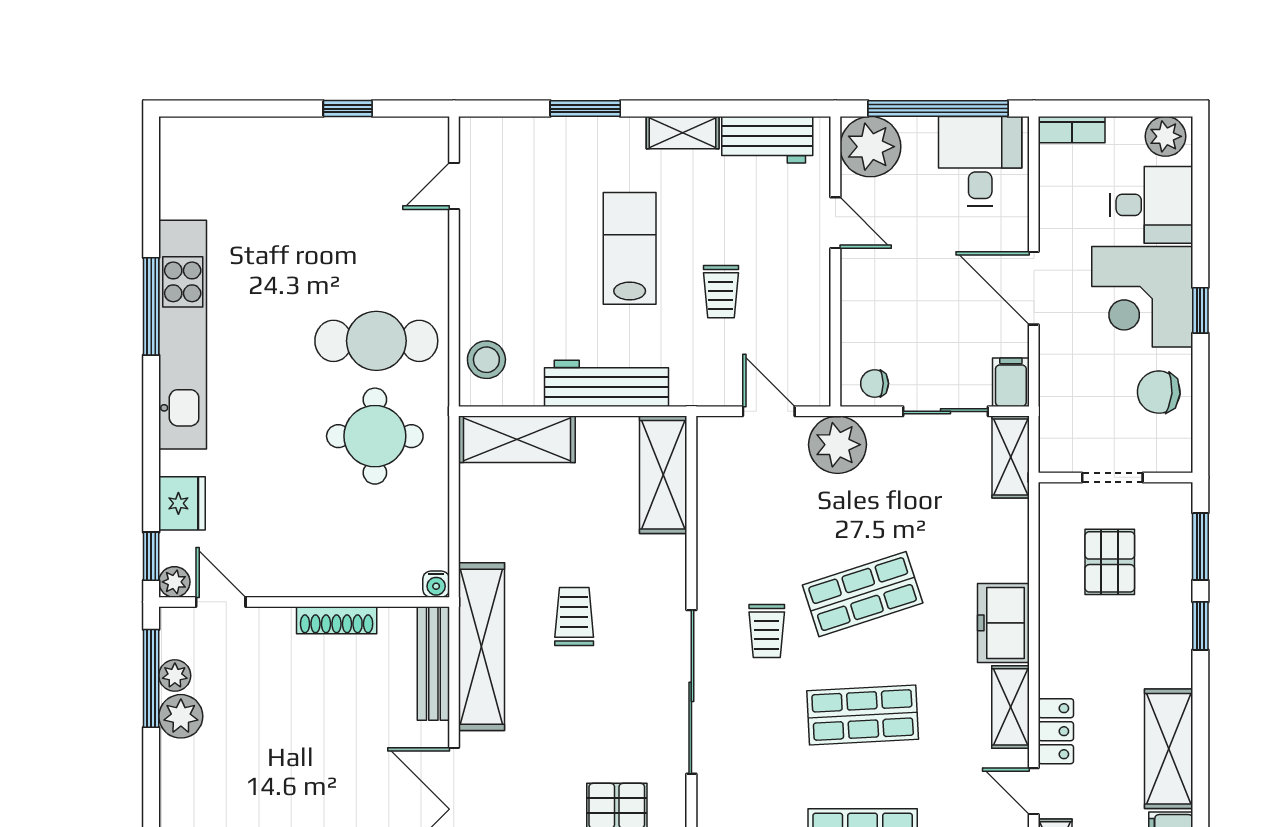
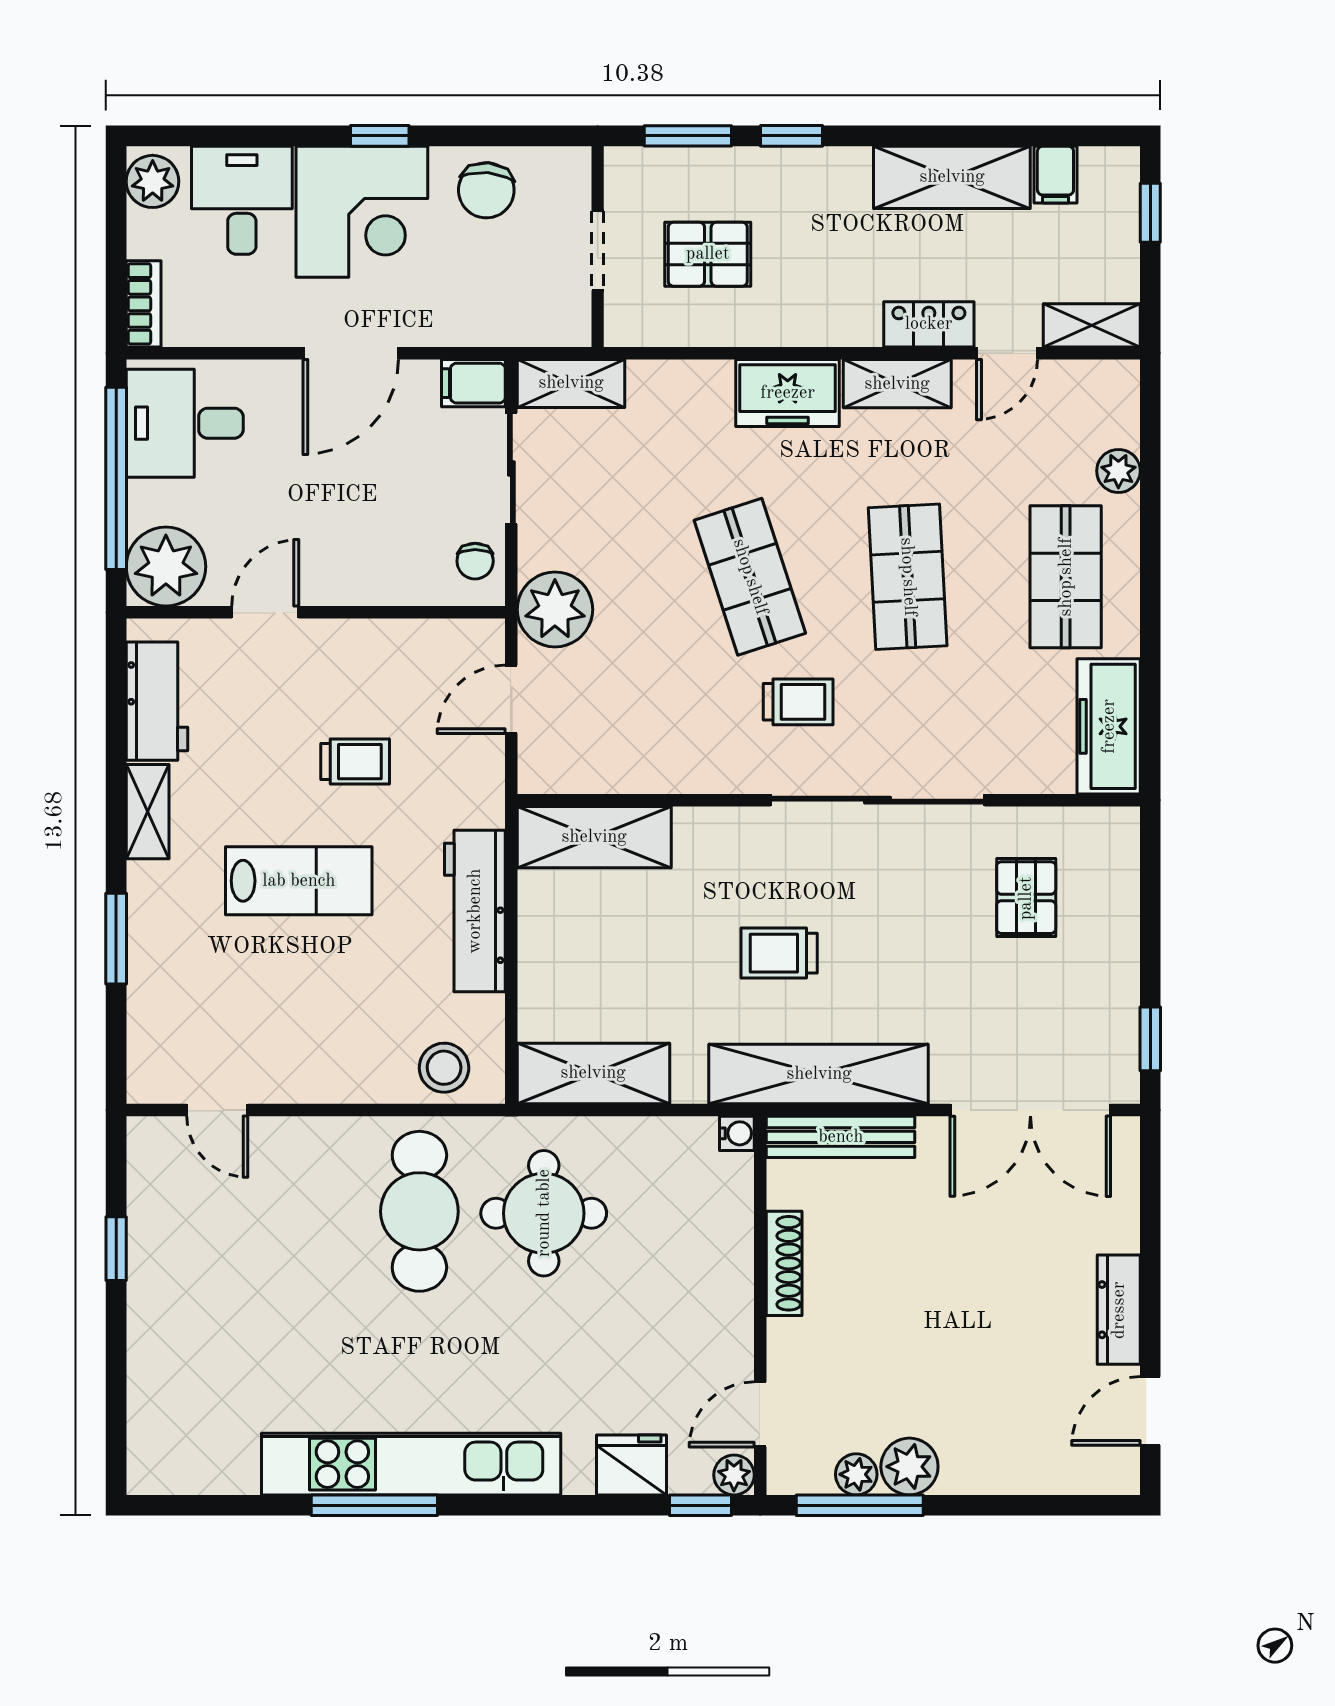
lab bench: (630, 248) -> (299, 881), turned 180
shelving: (517, 439) -> (593, 1073), moved, turned 90

